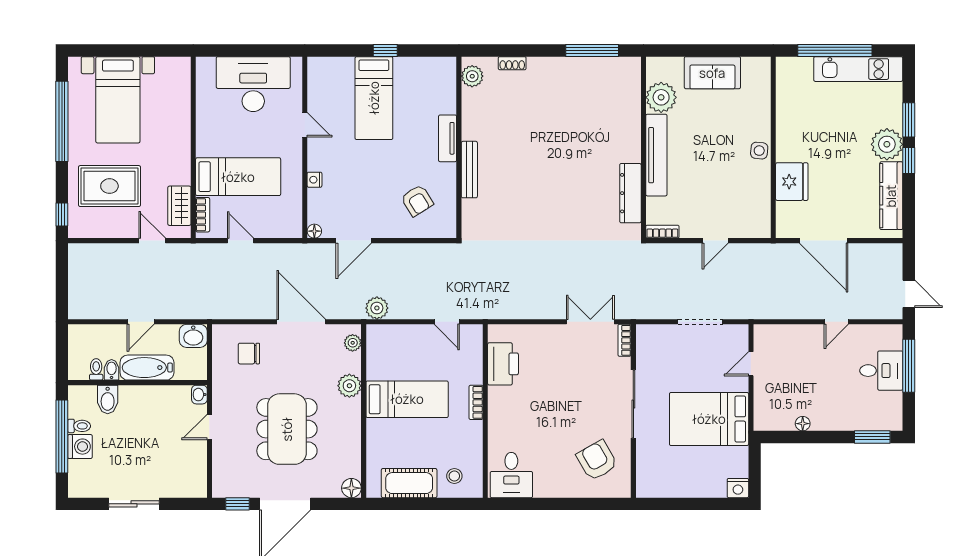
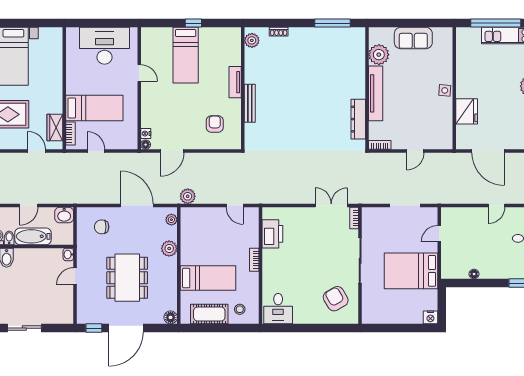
nightstand: (315, 180) -> (146, 134), moved
armchair: (417, 201) -> (215, 124), turned -148
bed: (407, 399) -> (208, 278), moved

